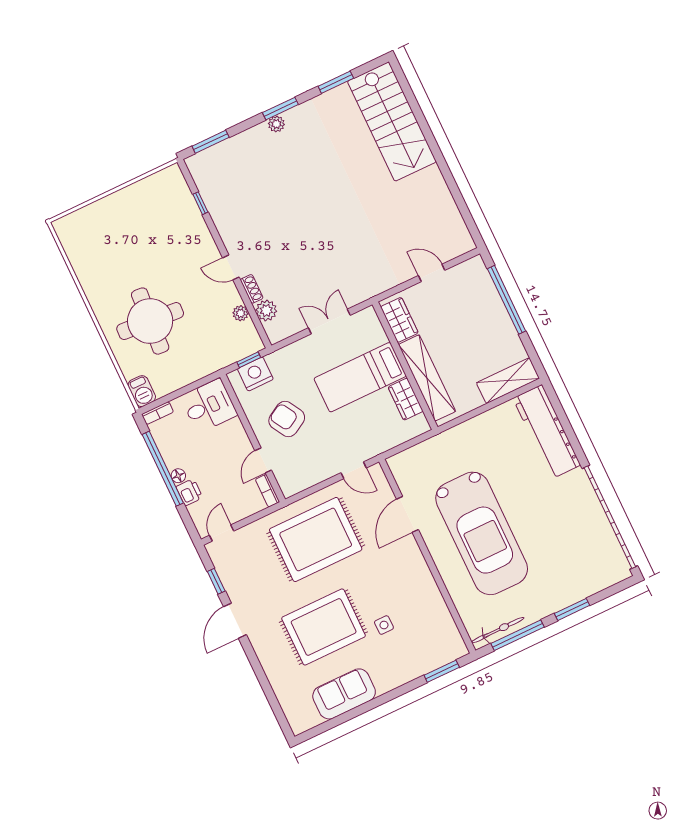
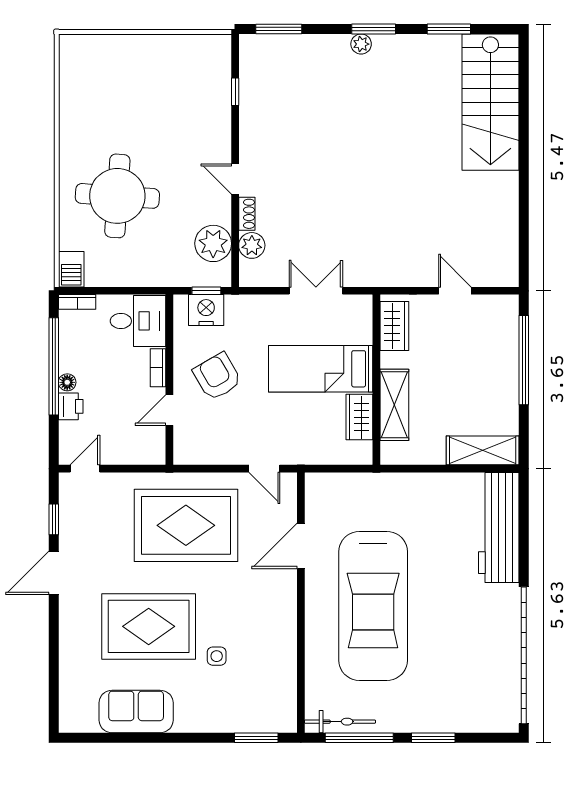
plant: (241, 313) -> (213, 243), width x1.88, depth x1.88
shelving: (427, 378) -> (394, 405), width x0.68
bookcase: (267, 491) -> (158, 368), moved

